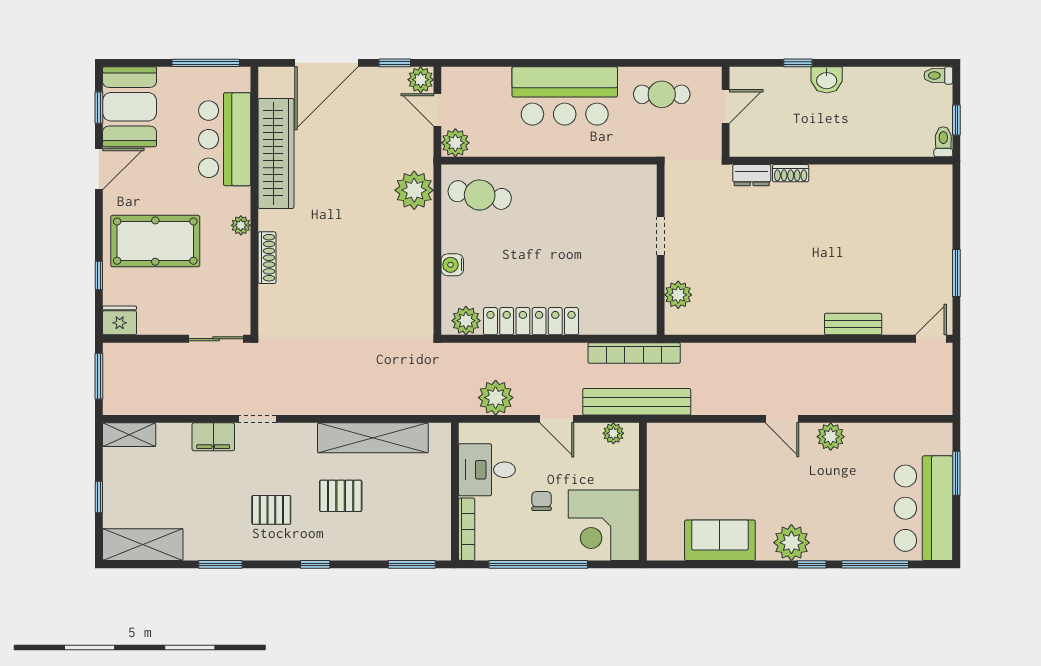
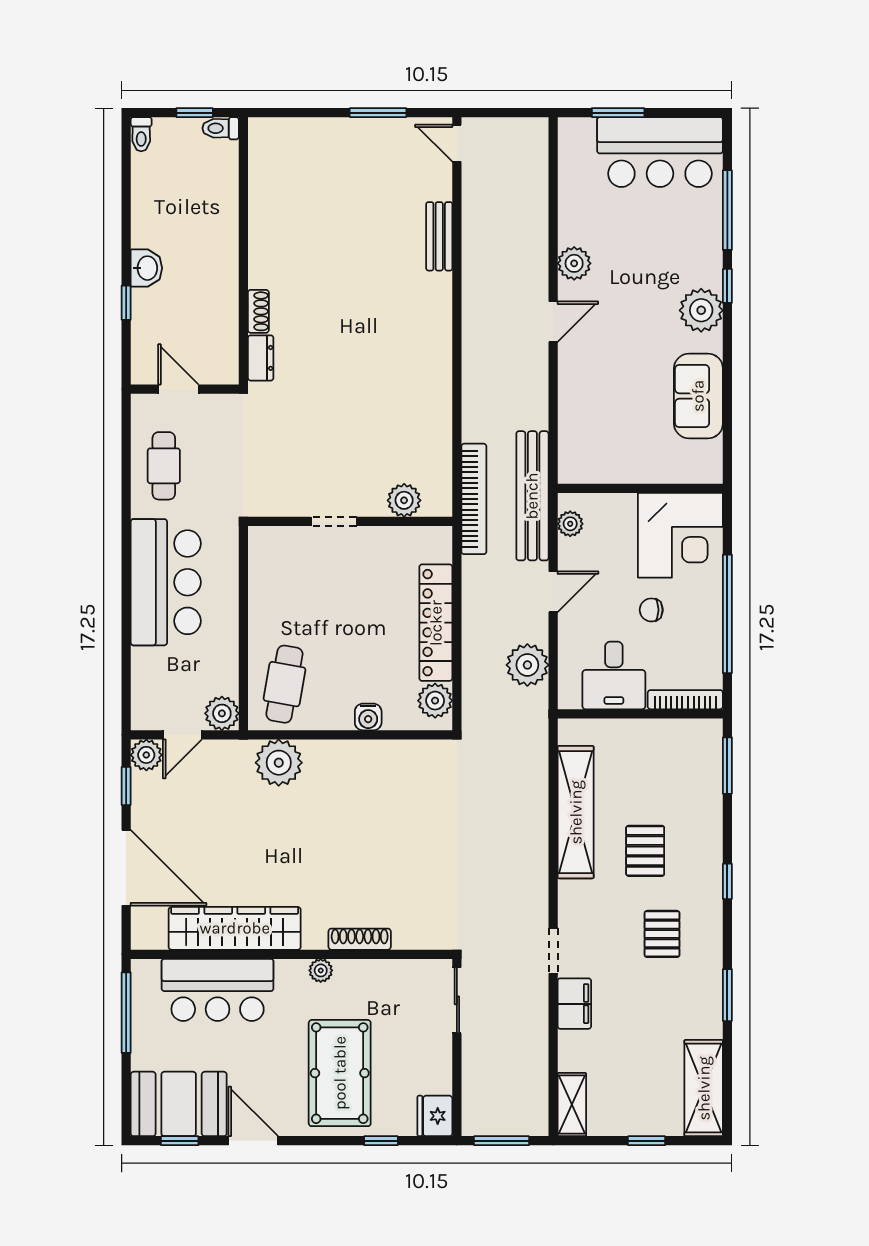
doorway: (661, 236) -> (334, 521), moved
wall: (661, 250) -> (350, 521), moved
plant: (678, 295) -> (404, 500), moved

